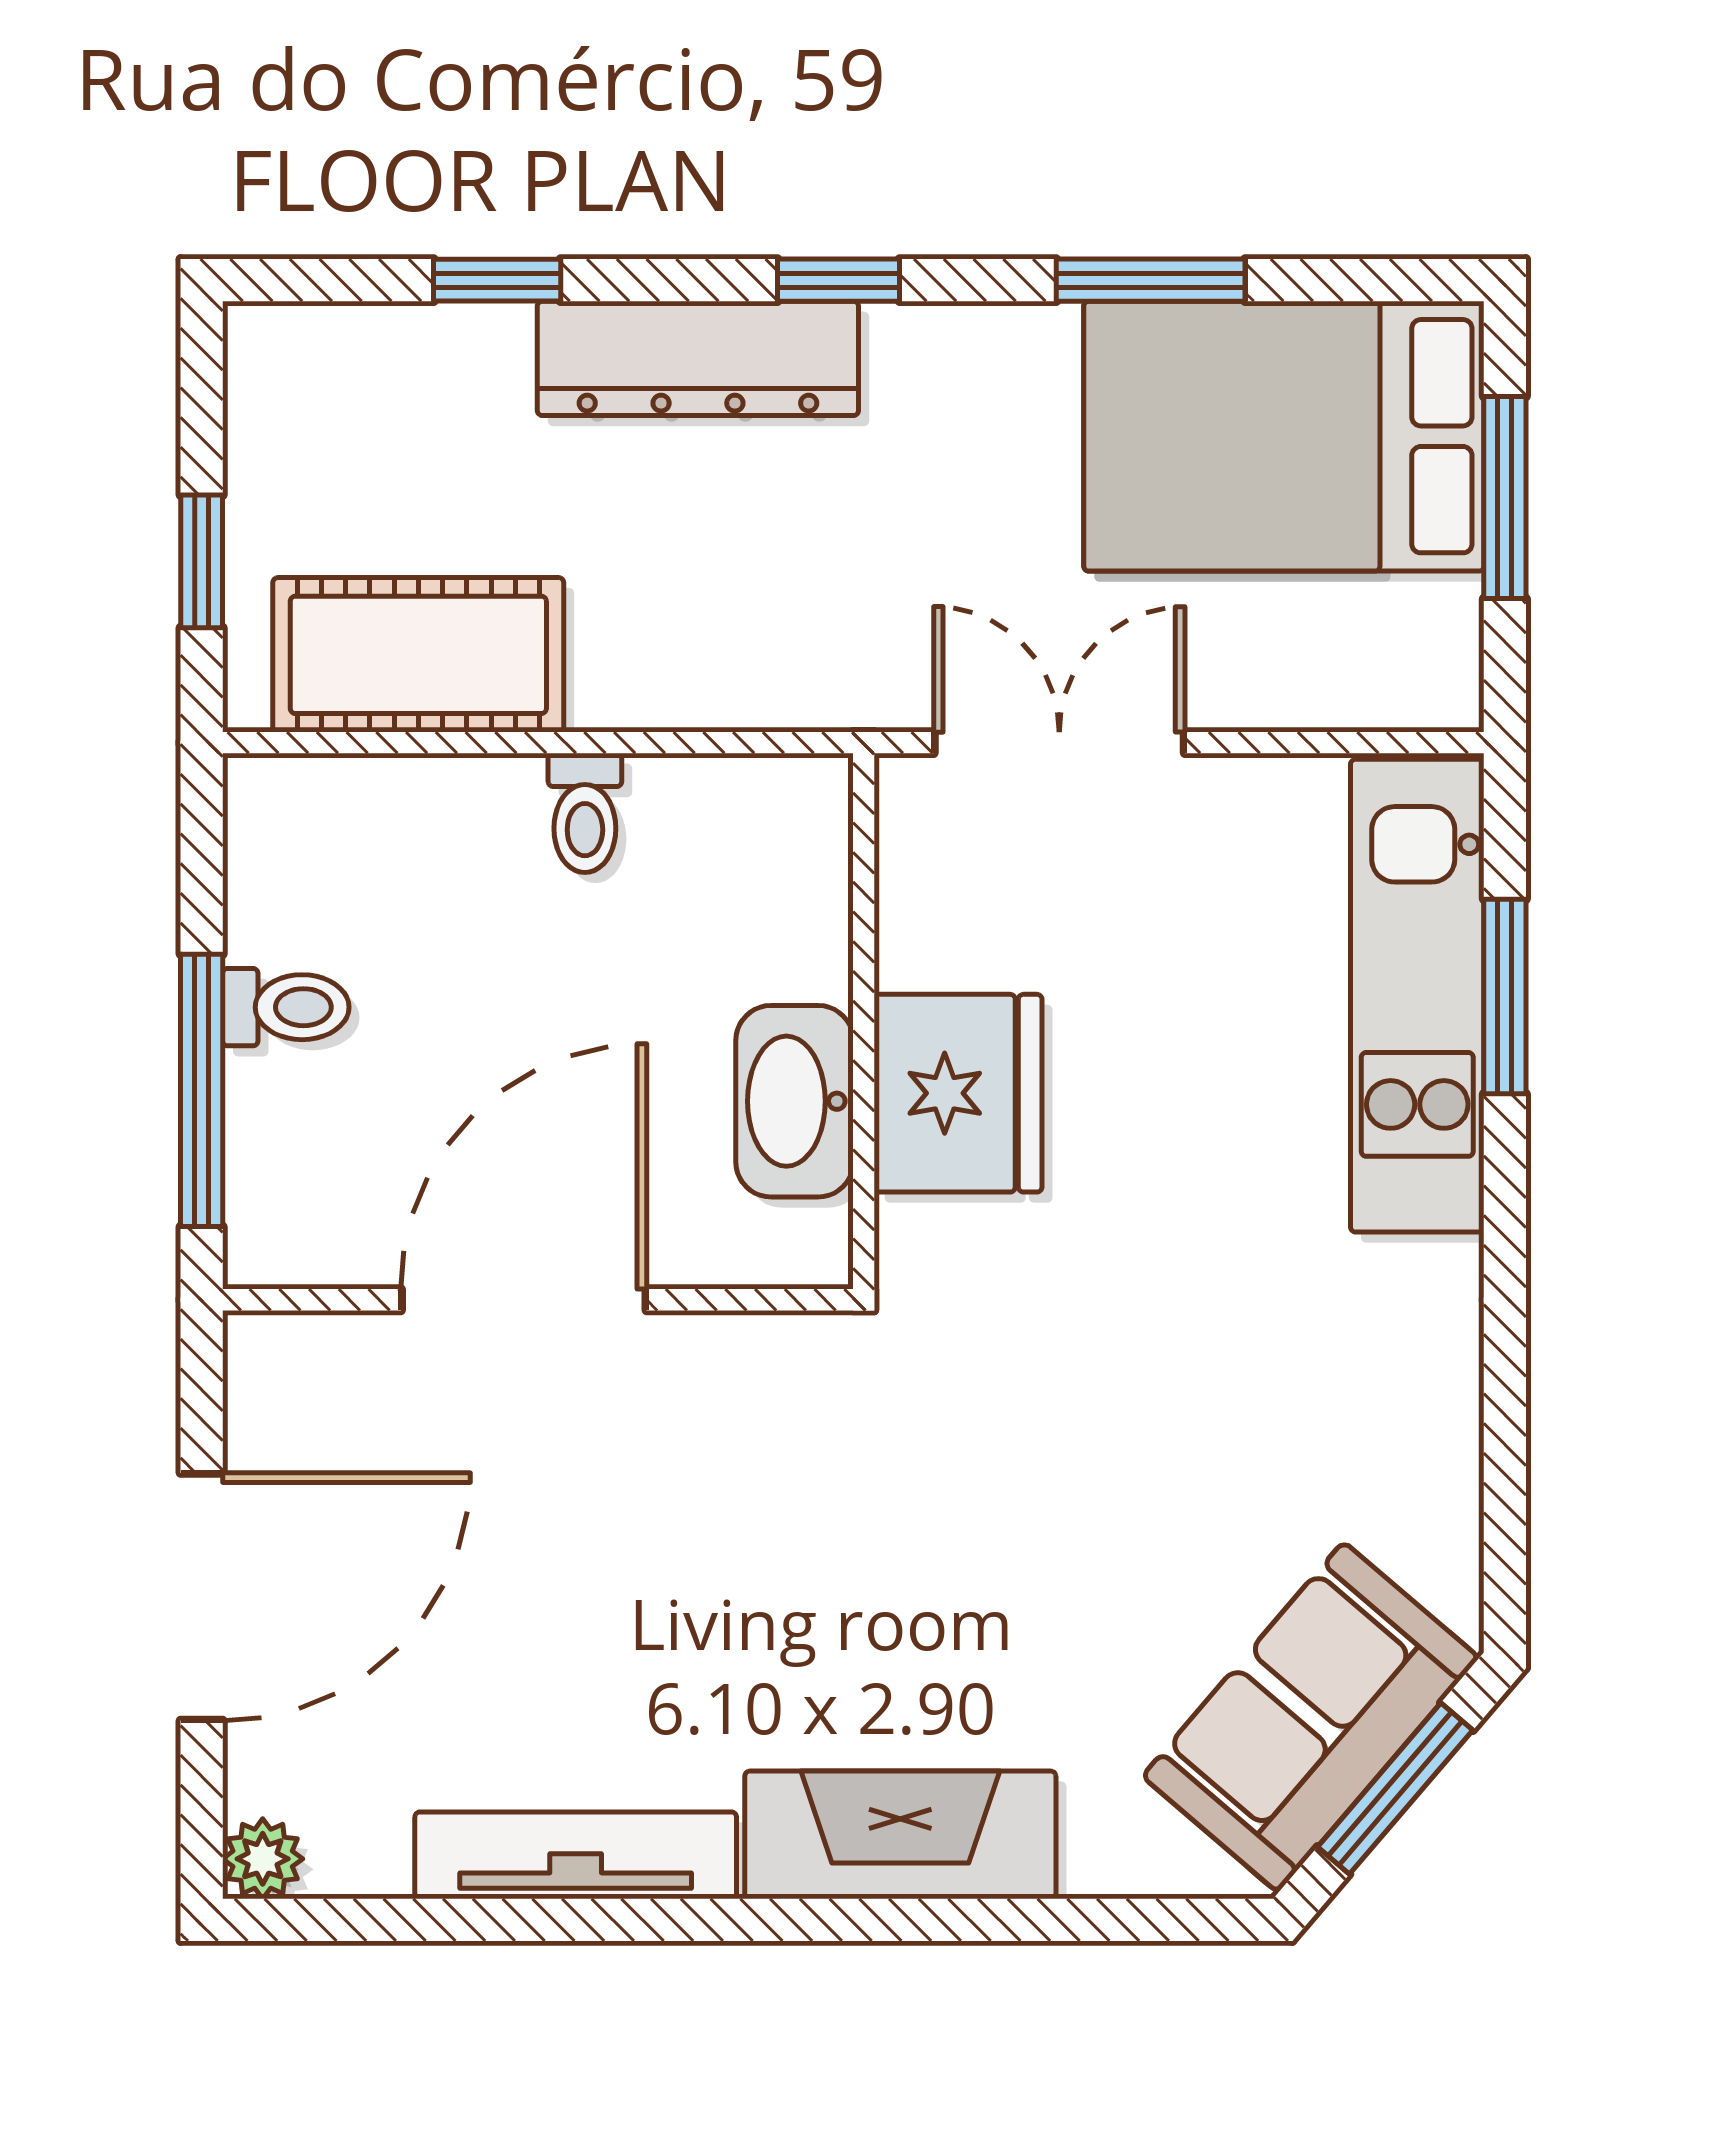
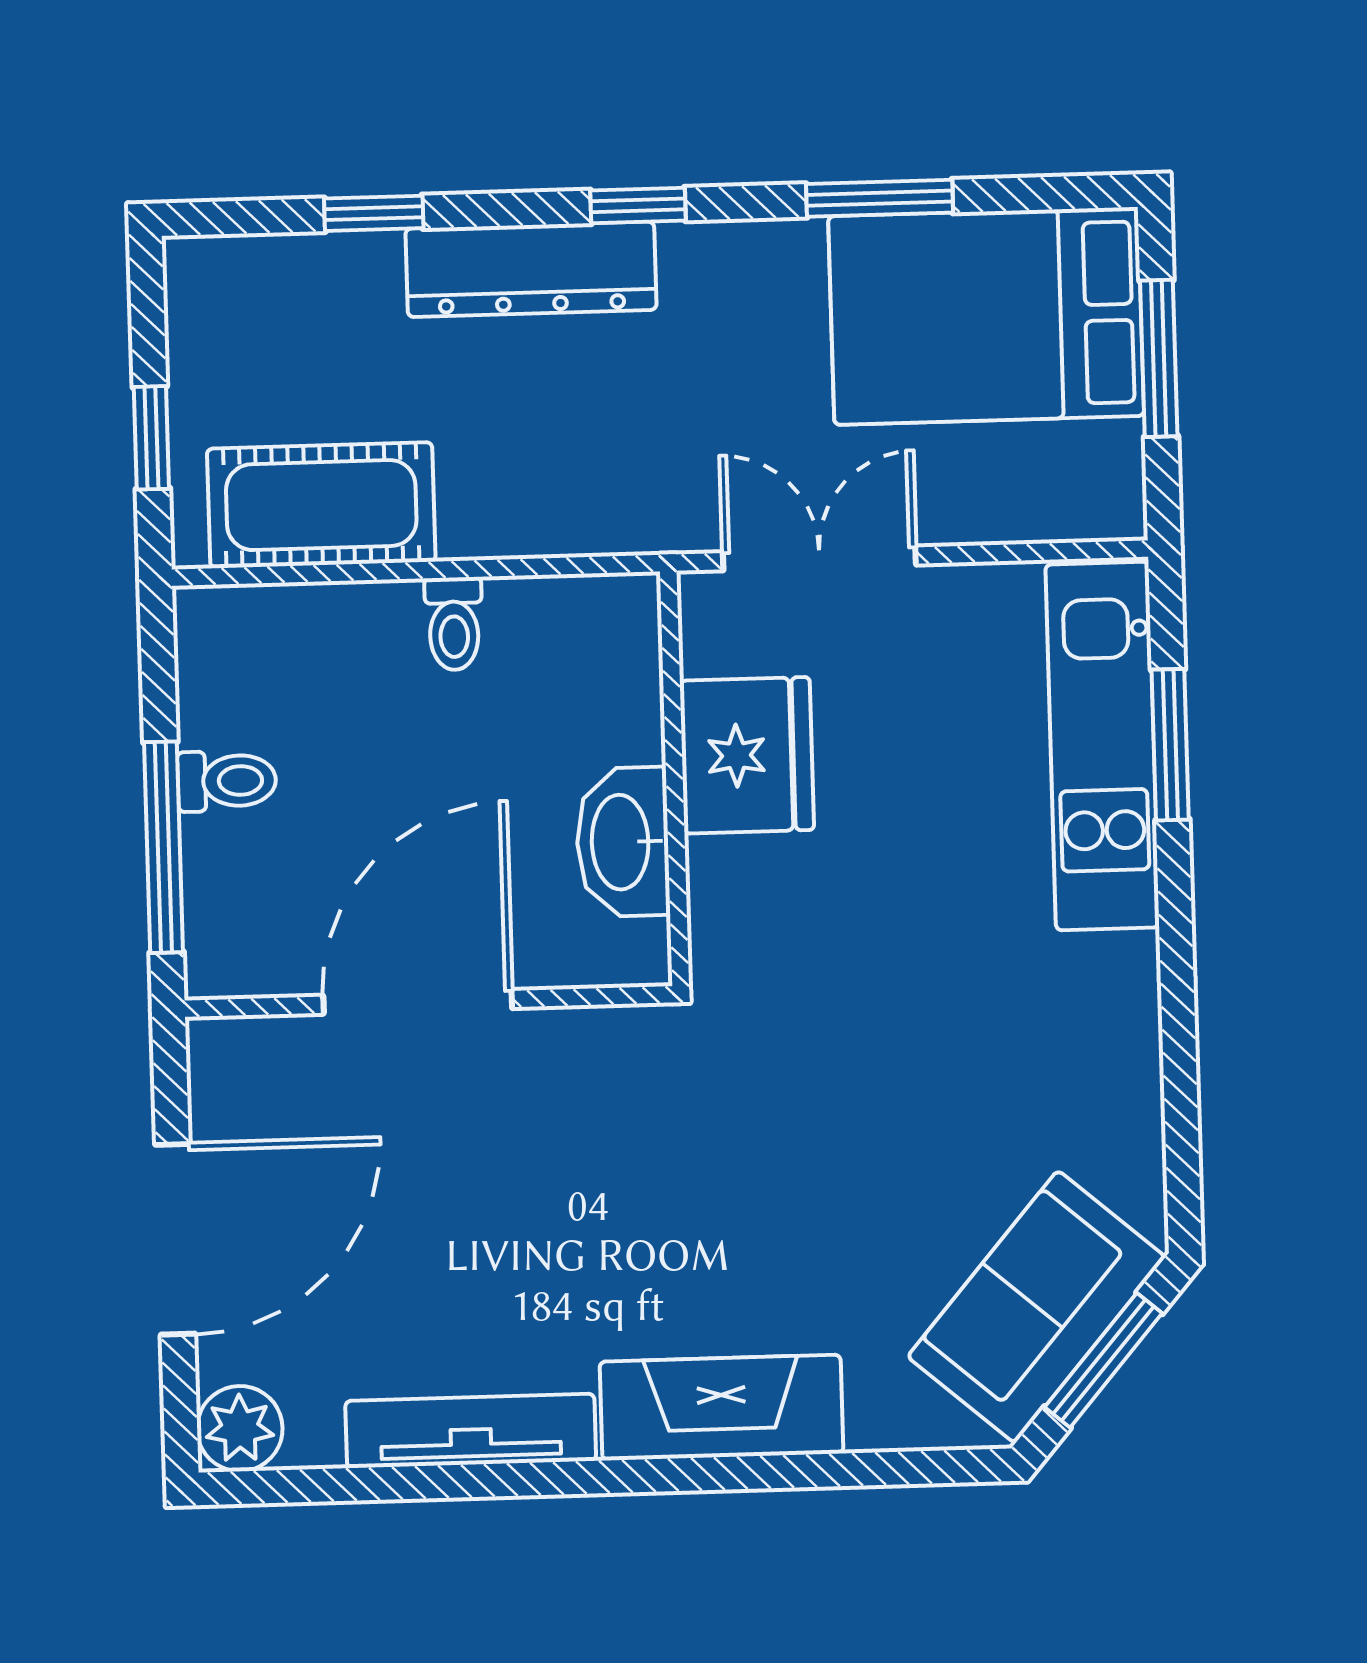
fridge: (958, 1093) -> (747, 755), moved
plant: (263, 1859) -> (240, 1429), width x1.38, depth x1.38

